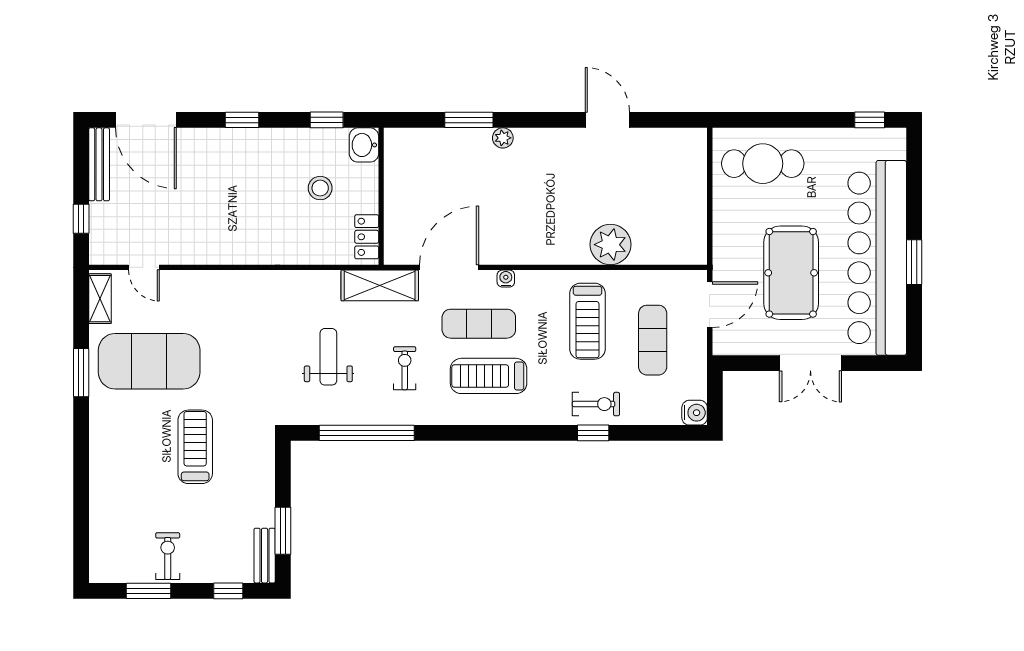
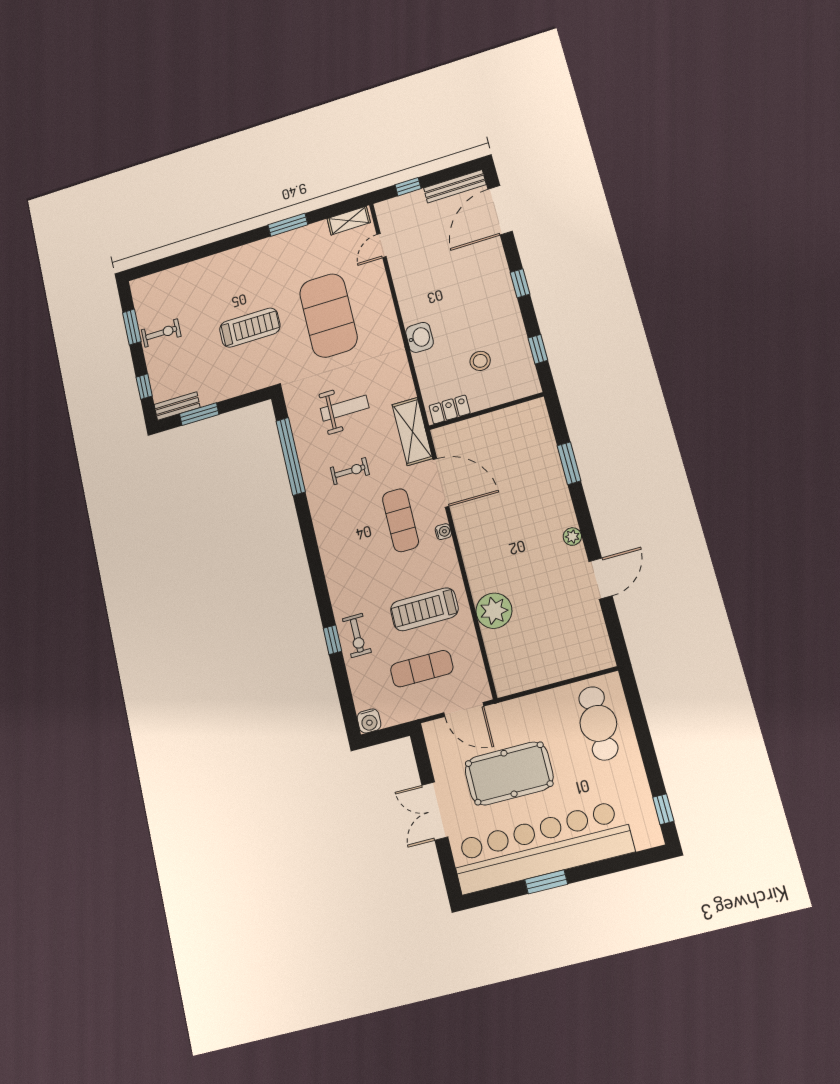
plant: (503, 138) -> (572, 537), moved
washbasin: (364, 145) -> (420, 337), moved, turned 90
exercise mat: (149, 361) -> (328, 315), moved
treadmill: (489, 376) -> (359, 540), removed

